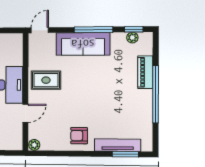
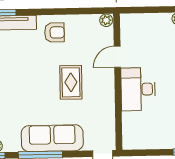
rug: (46, 80) -> (71, 82), moved, turned 90

